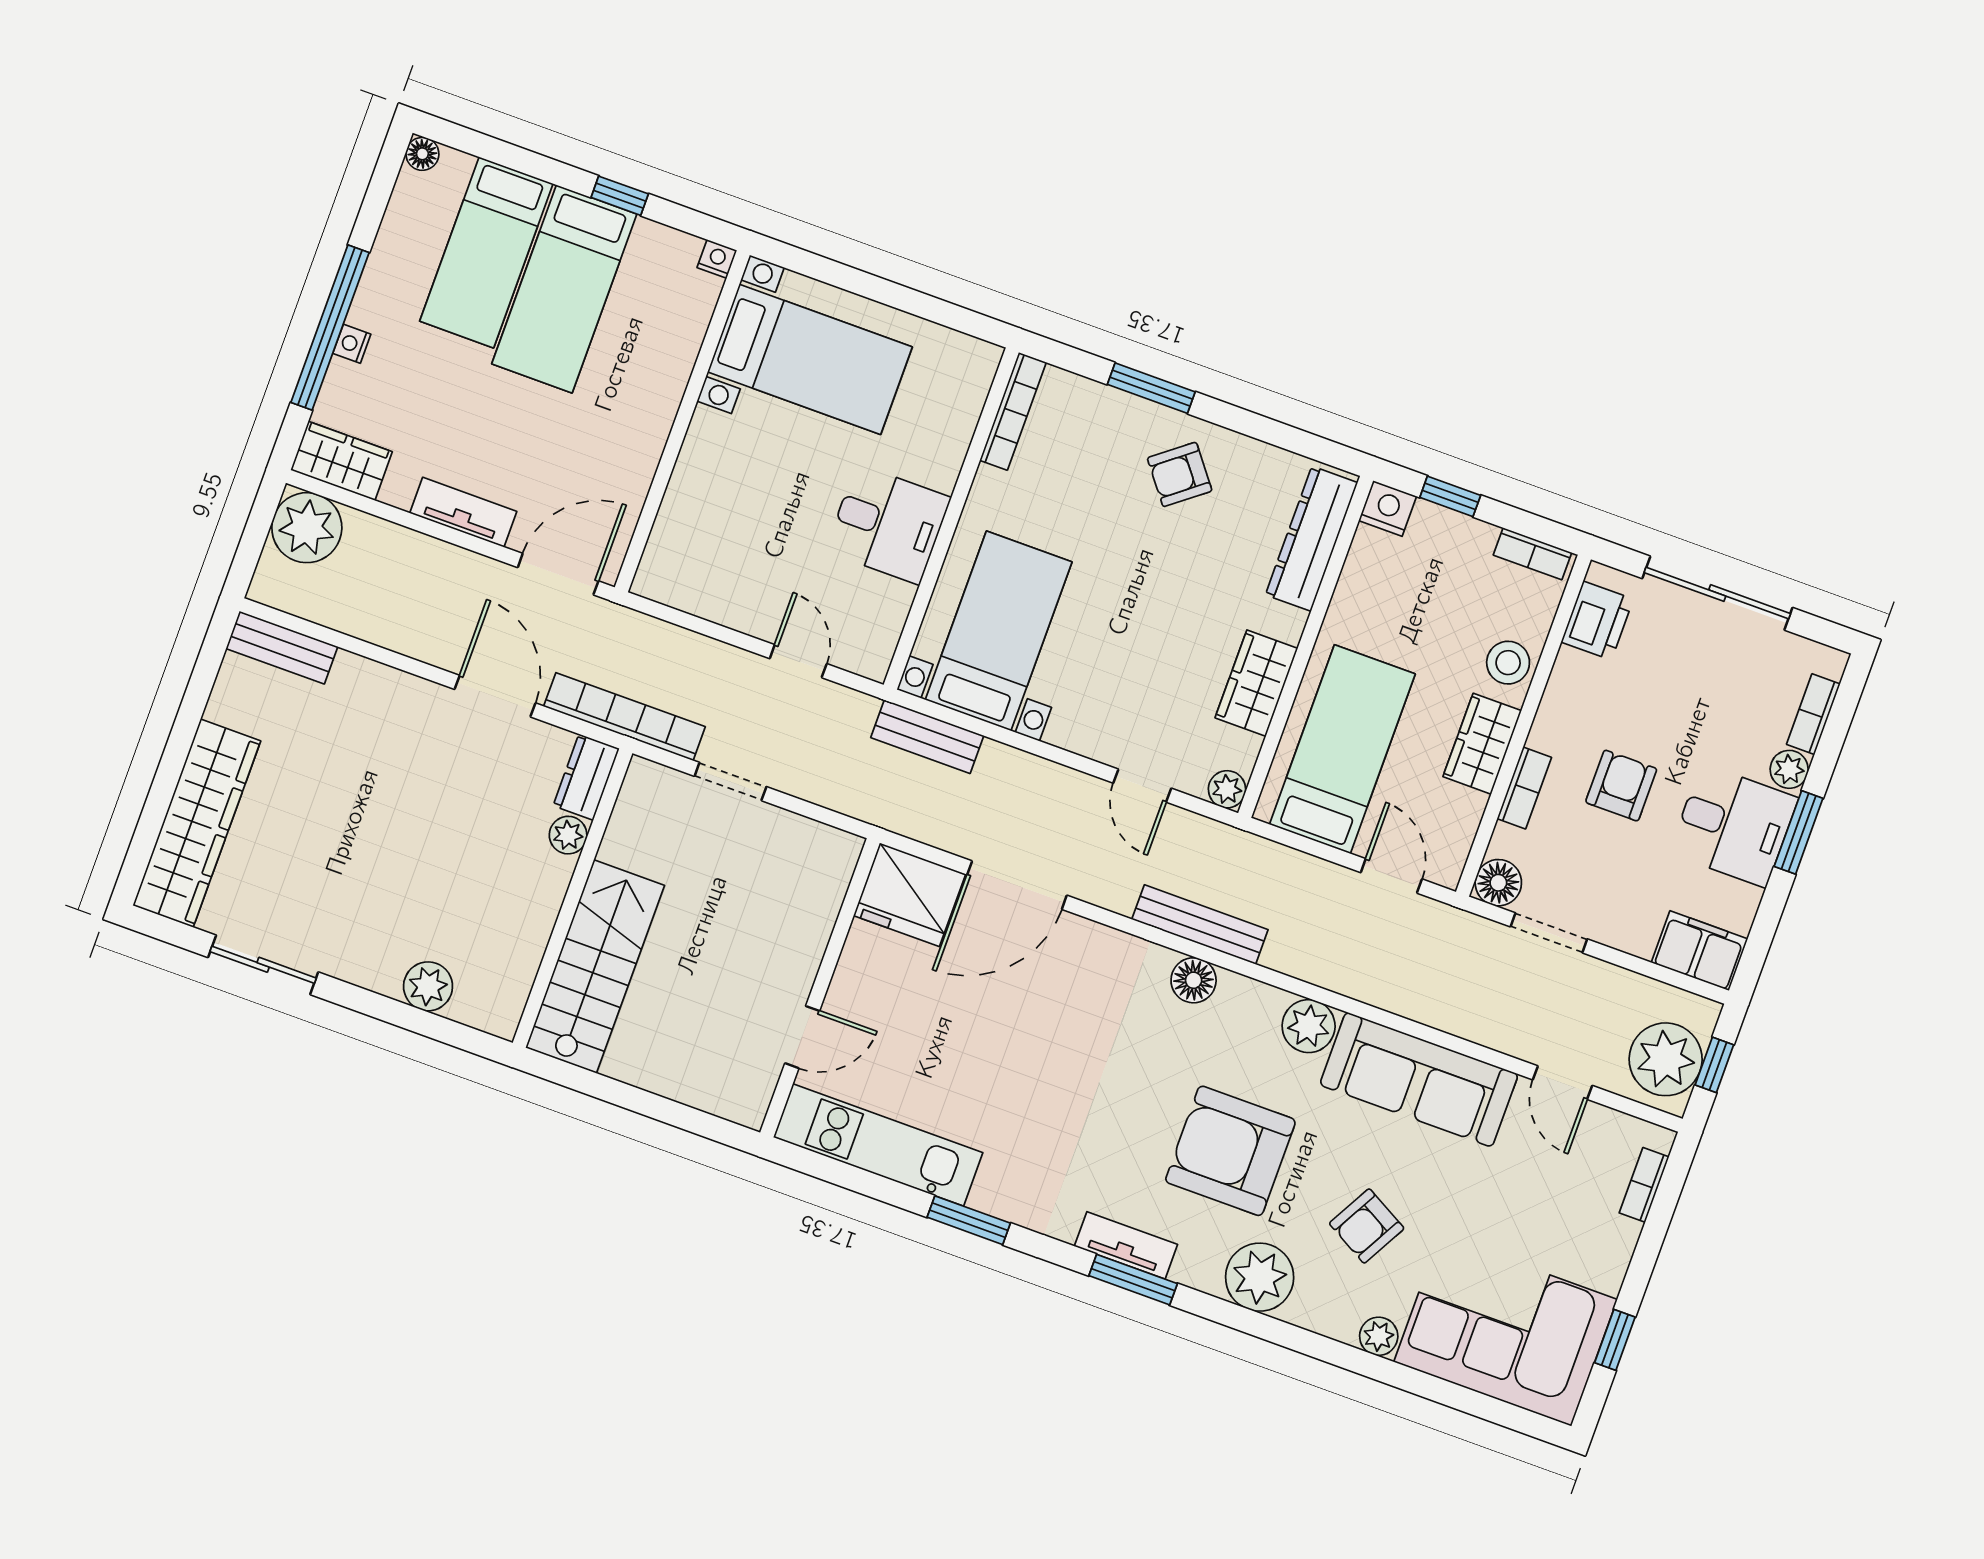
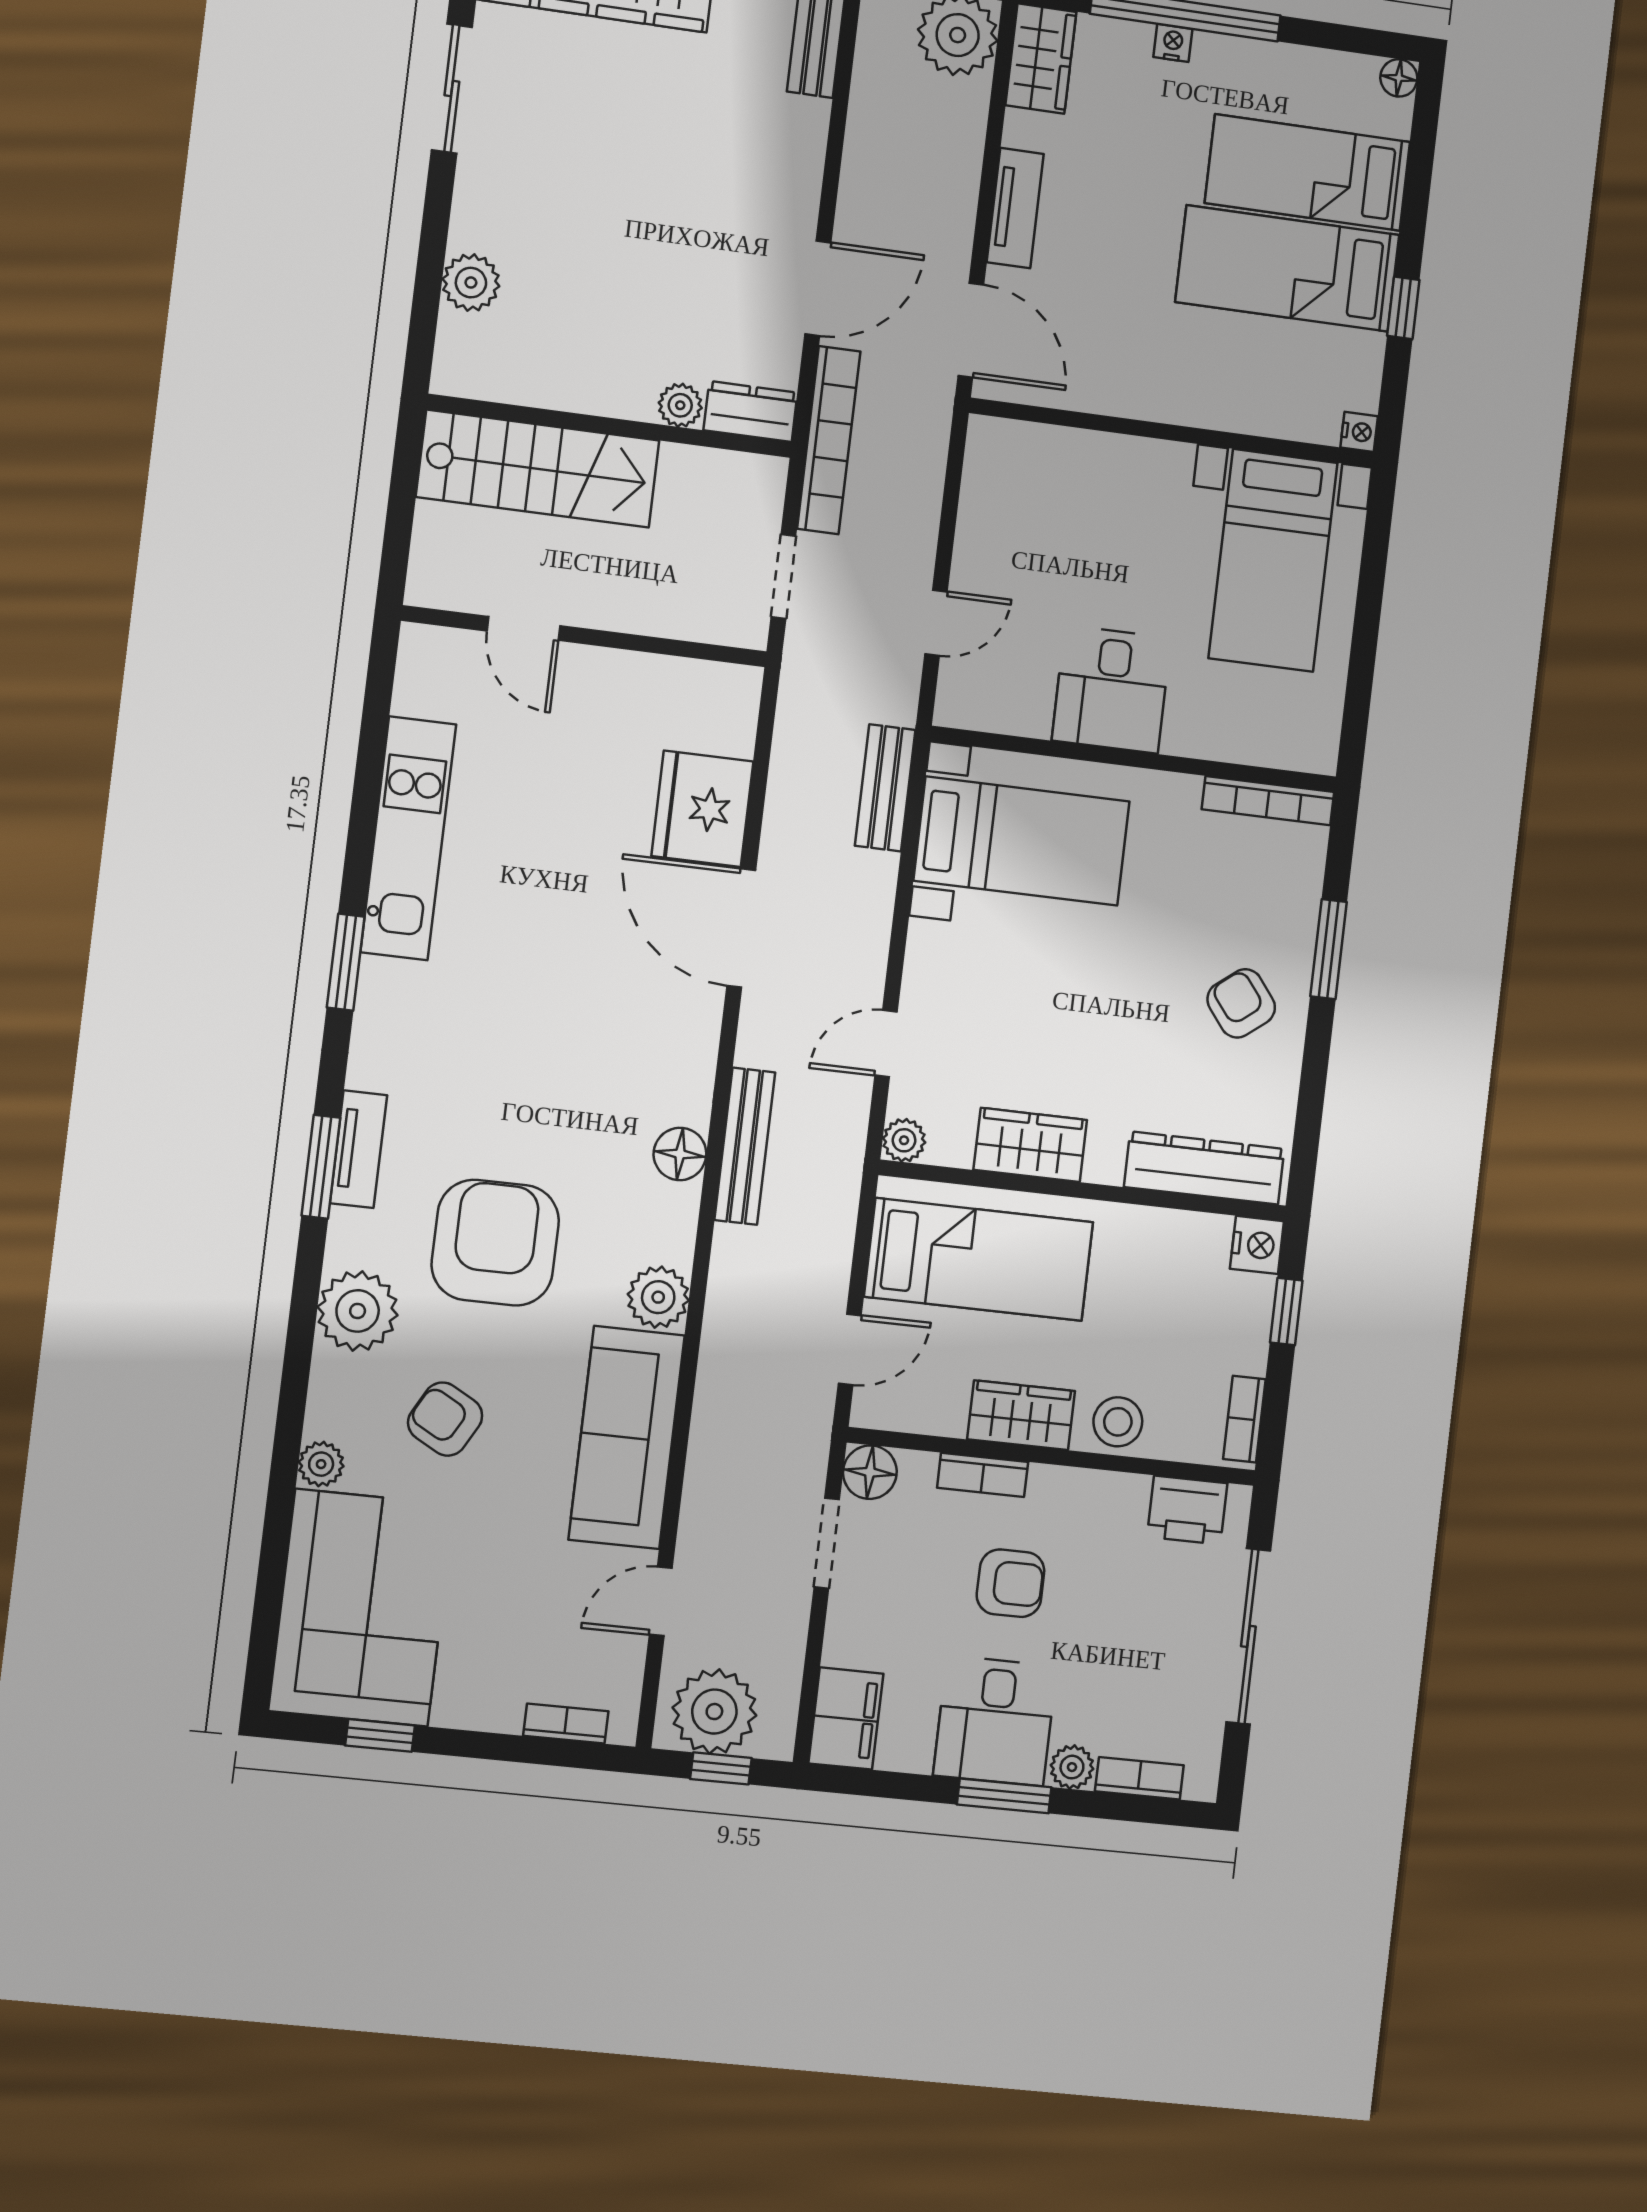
wall: (820, 988) -> (585, 636), moved
door: (802, 1037) -> (523, 628), moved

